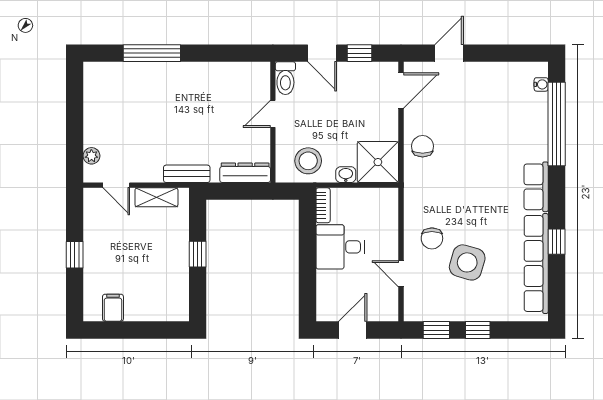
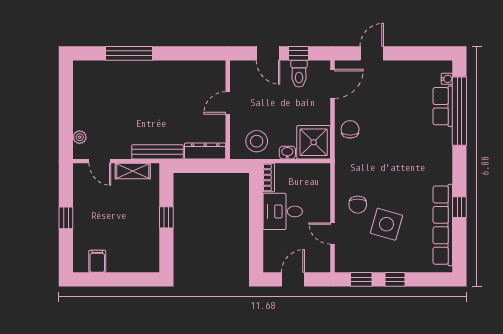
toilet: (285, 78) -> (299, 74), moved
bench: (187, 174) -> (157, 152), width x1.36
row of seats: (536, 187) -> (443, 106), moved

